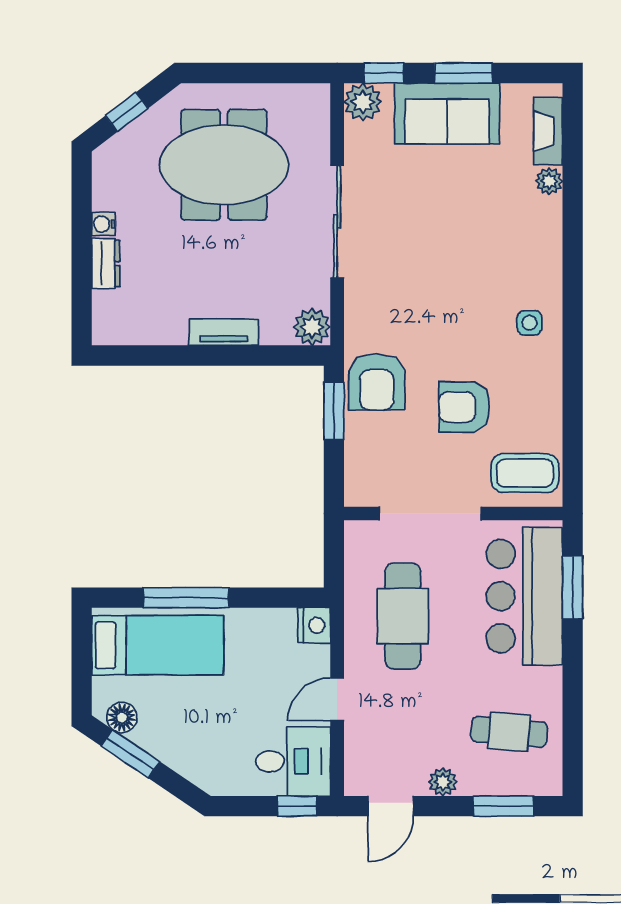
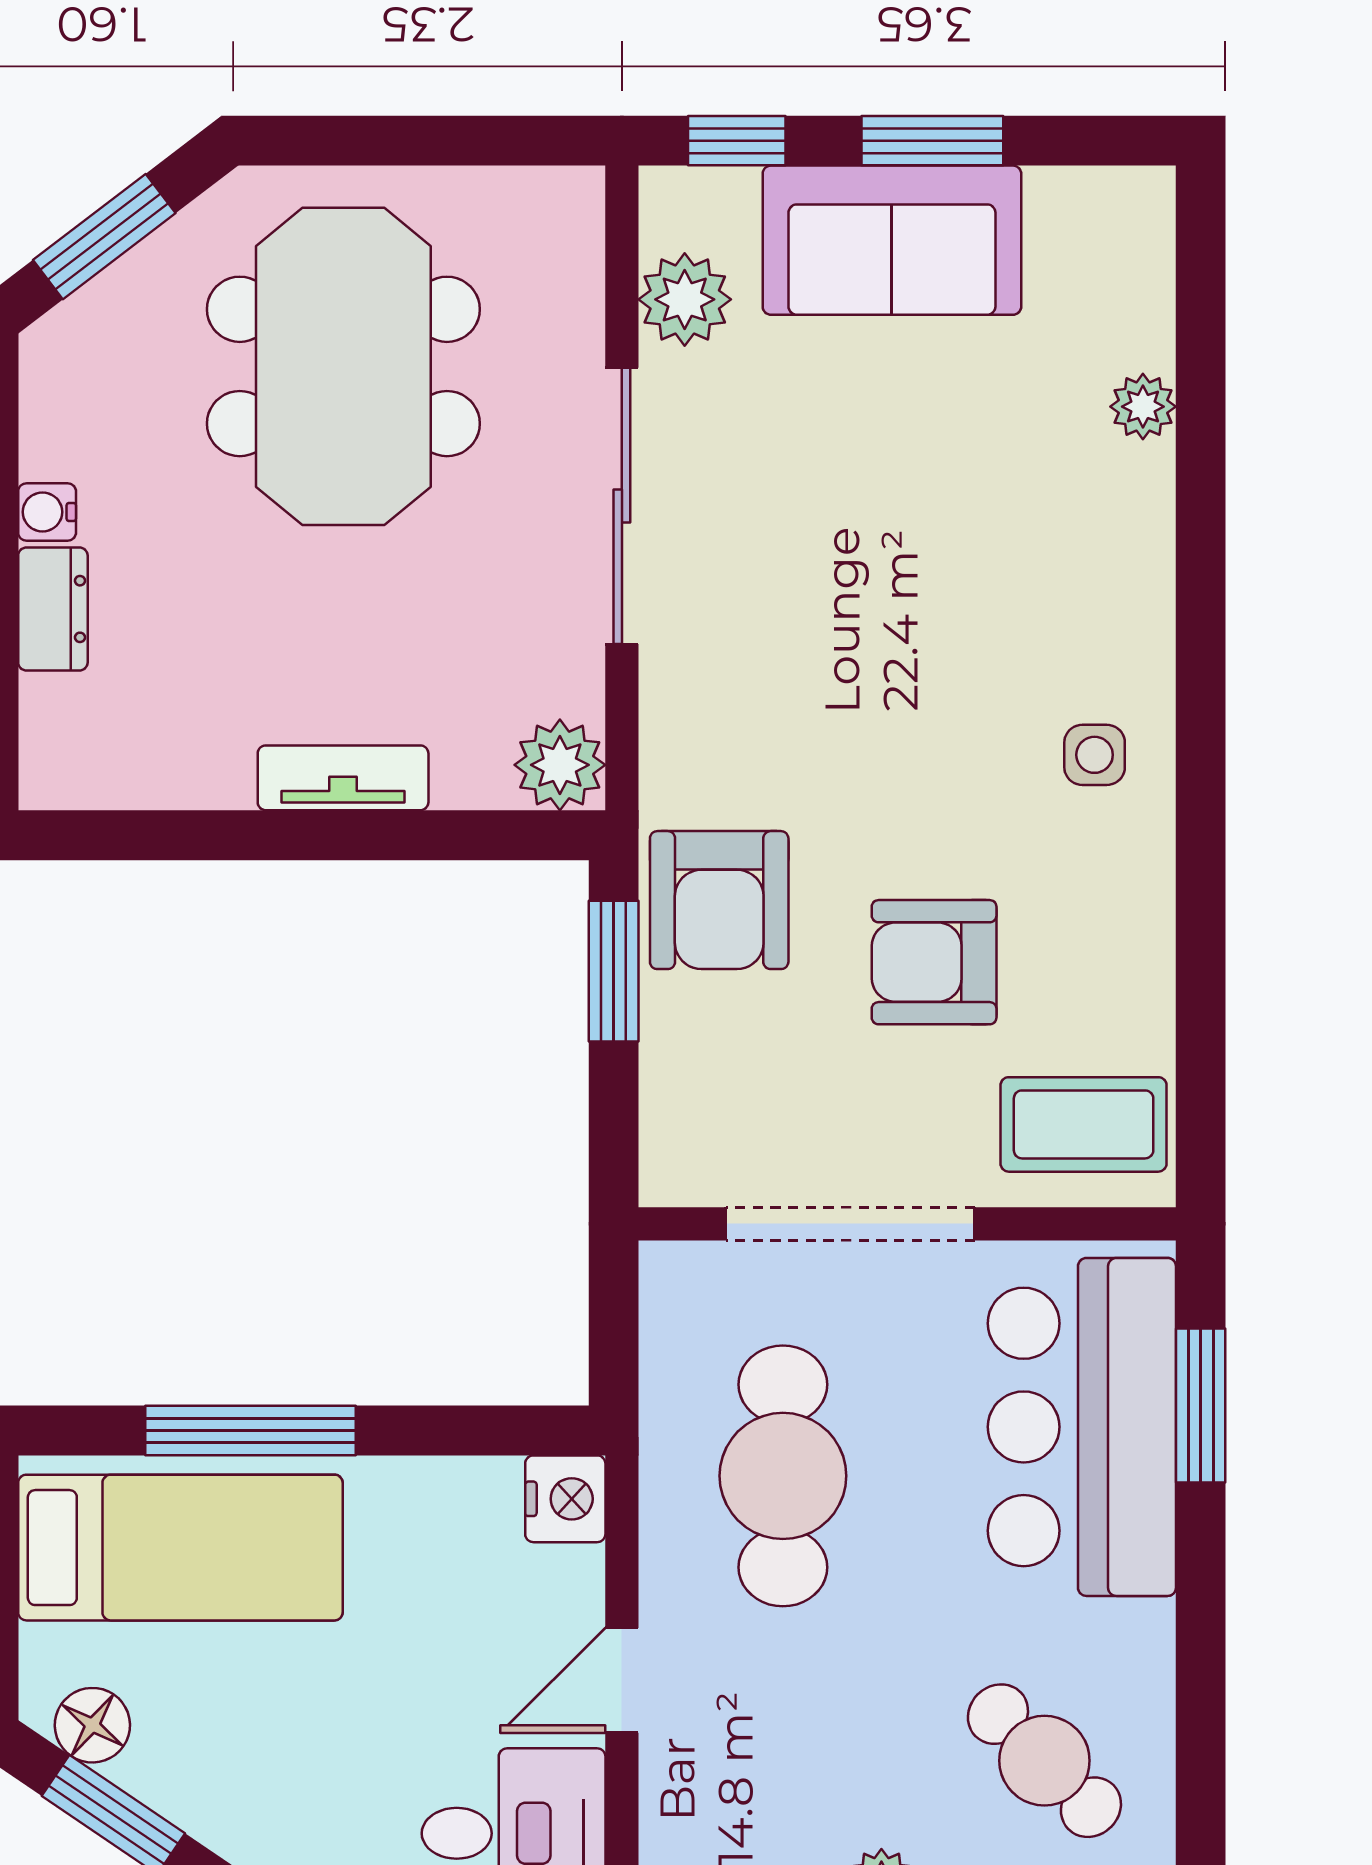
plant: (363, 102) -> (685, 299), moved
window: (127, 112) -> (104, 237), width x1.50
fireplace: (548, 131) -> (1140, 284), removed
meeting table: (224, 165) -> (343, 366), turned 90
cafe table: (509, 732) -> (1044, 1761), turned 40

